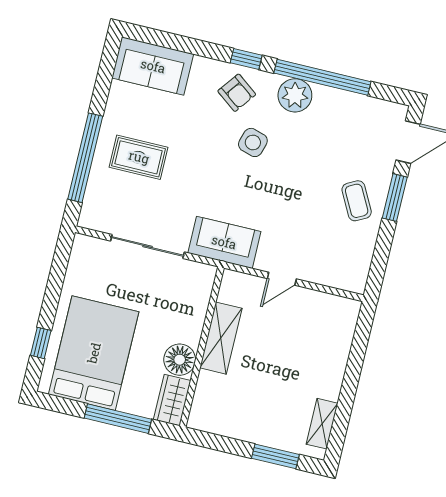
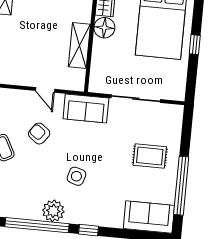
armchair: (237, 93) -> (39, 134), moved
window: (85, 158) -> (181, 186), moved
door: (282, 279) -> (45, 90), swing flipped
window: (41, 343) -> (195, 45), moved

